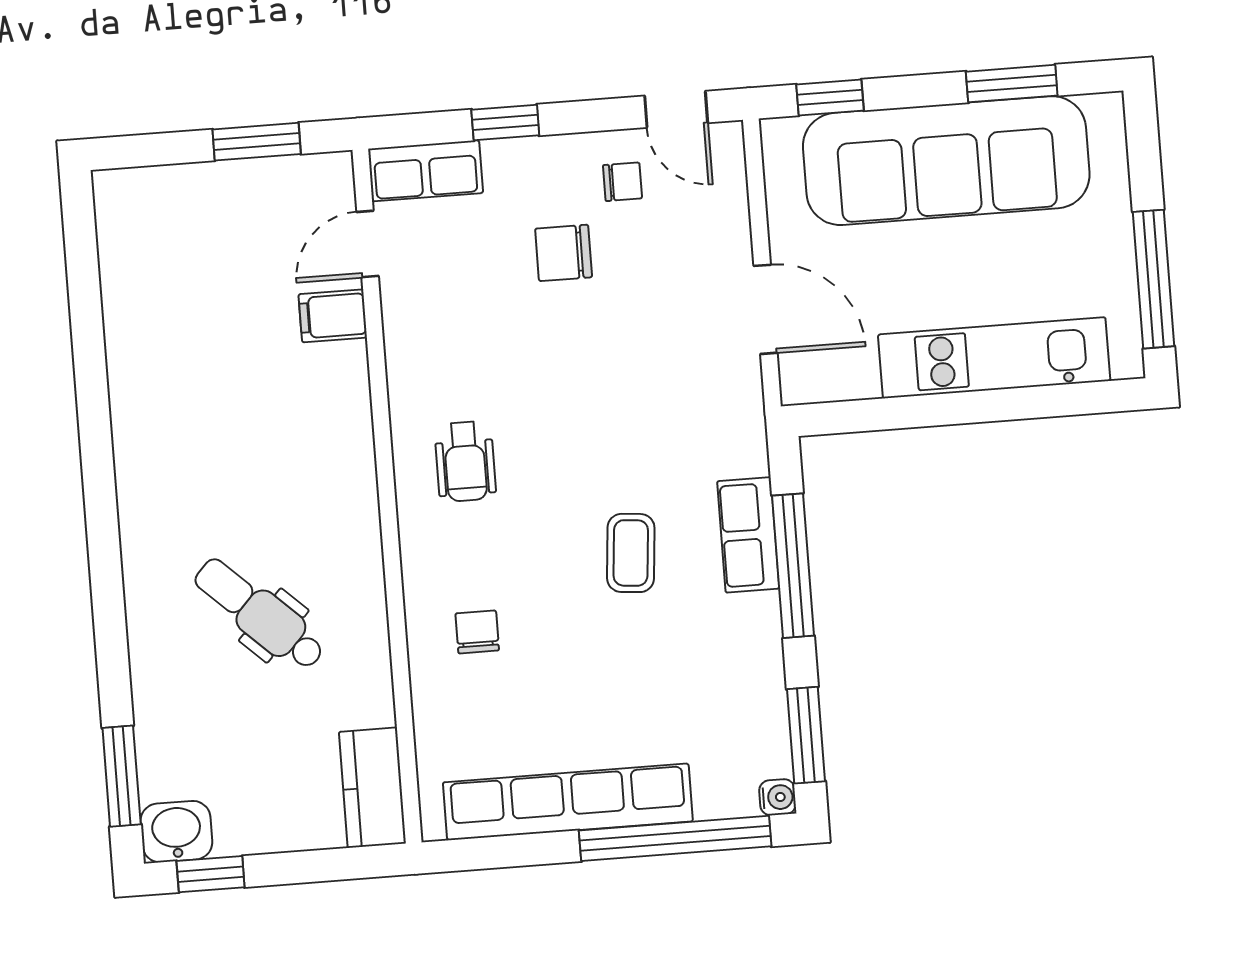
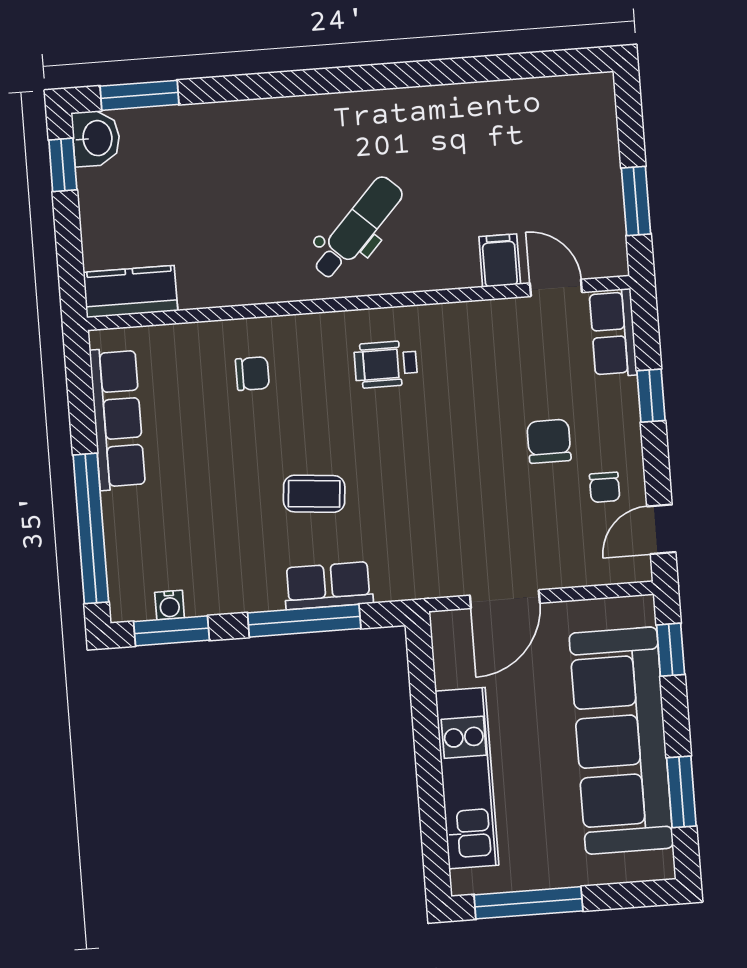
dental chair: (259, 614) -> (357, 228), moved
water cooler: (778, 797) -> (170, 605), moved
row of seats: (568, 802) -> (117, 419), width x0.73

